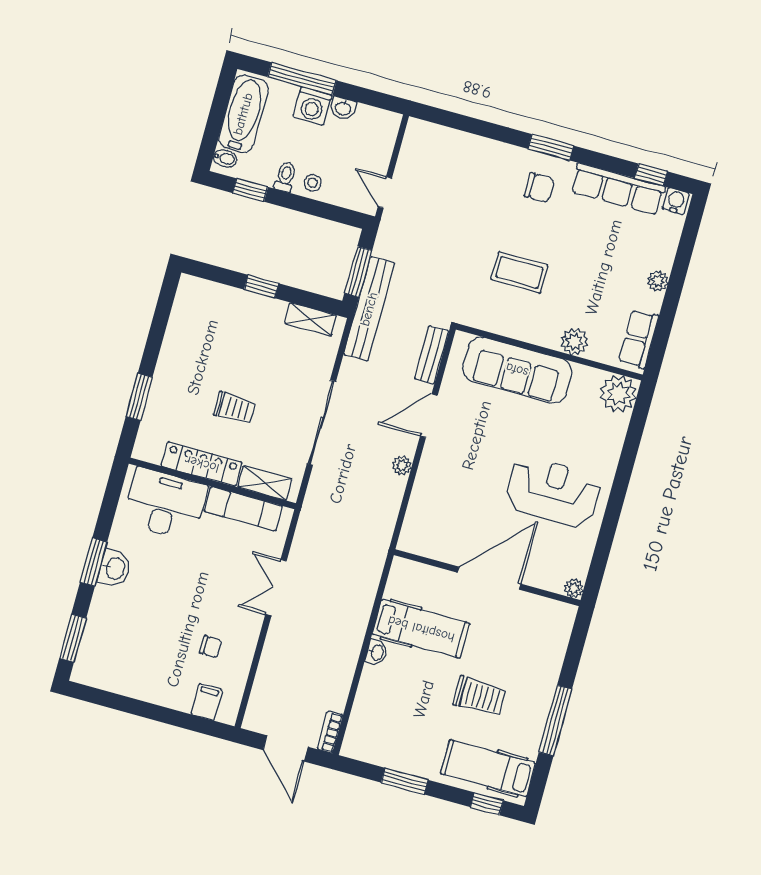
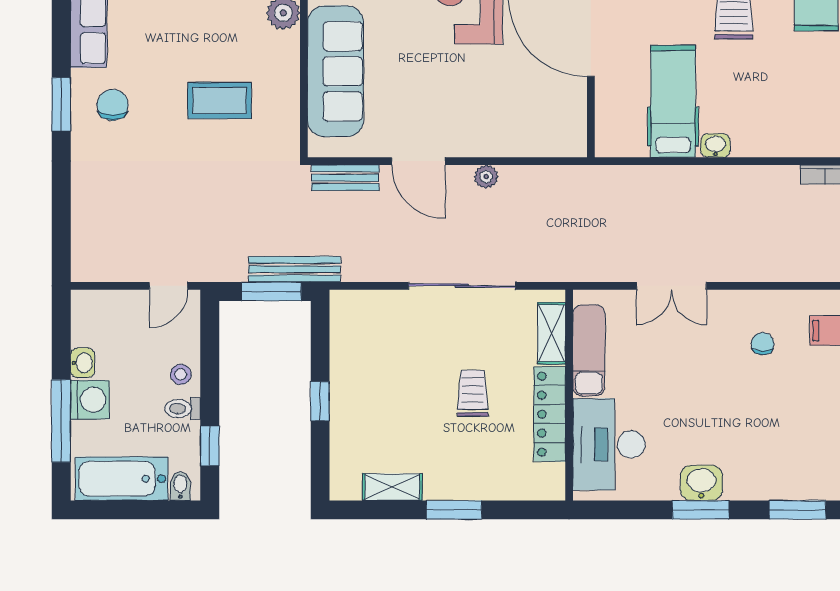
coffee table: (519, 272) -> (220, 101), turned 90
bench: (369, 309) -> (295, 269), width x0.73, depth x0.82
shelving: (311, 319) -> (392, 487), moved, turned 90
window: (139, 397) -> (454, 510), moved

